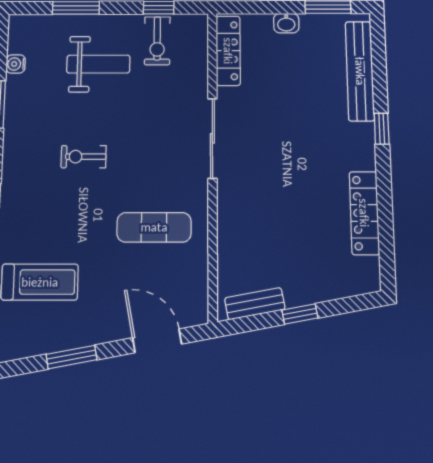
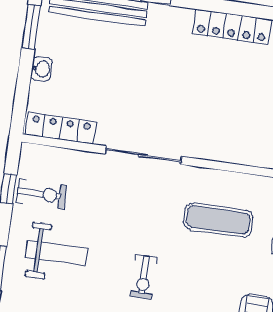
weight bench: (98, 64) -> (56, 253), turned 90
exercise mat: (154, 227) -> (218, 220), turned 90

